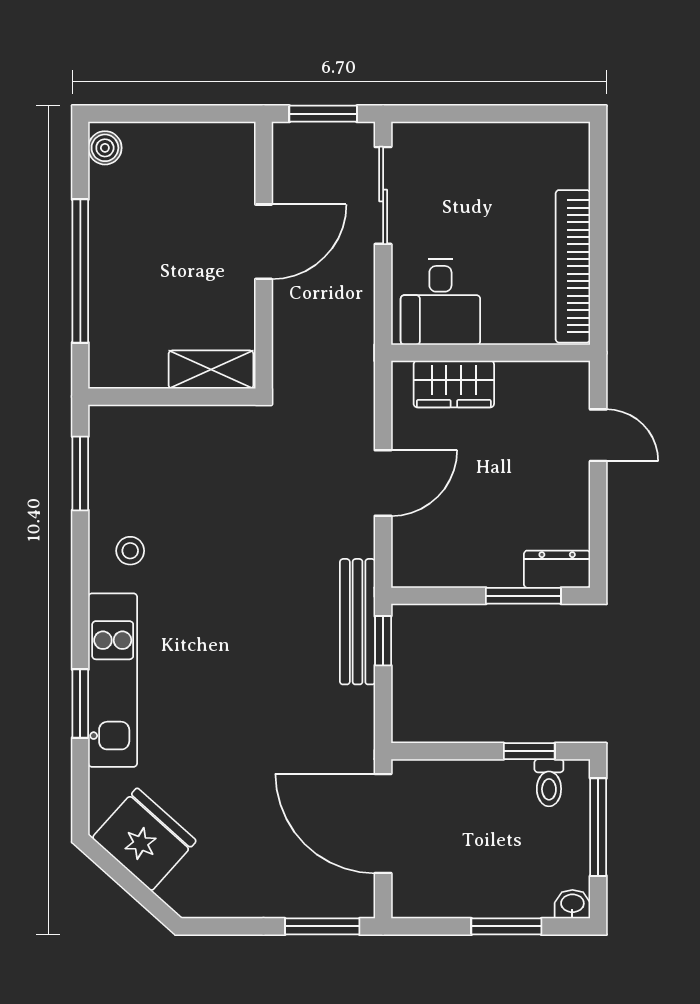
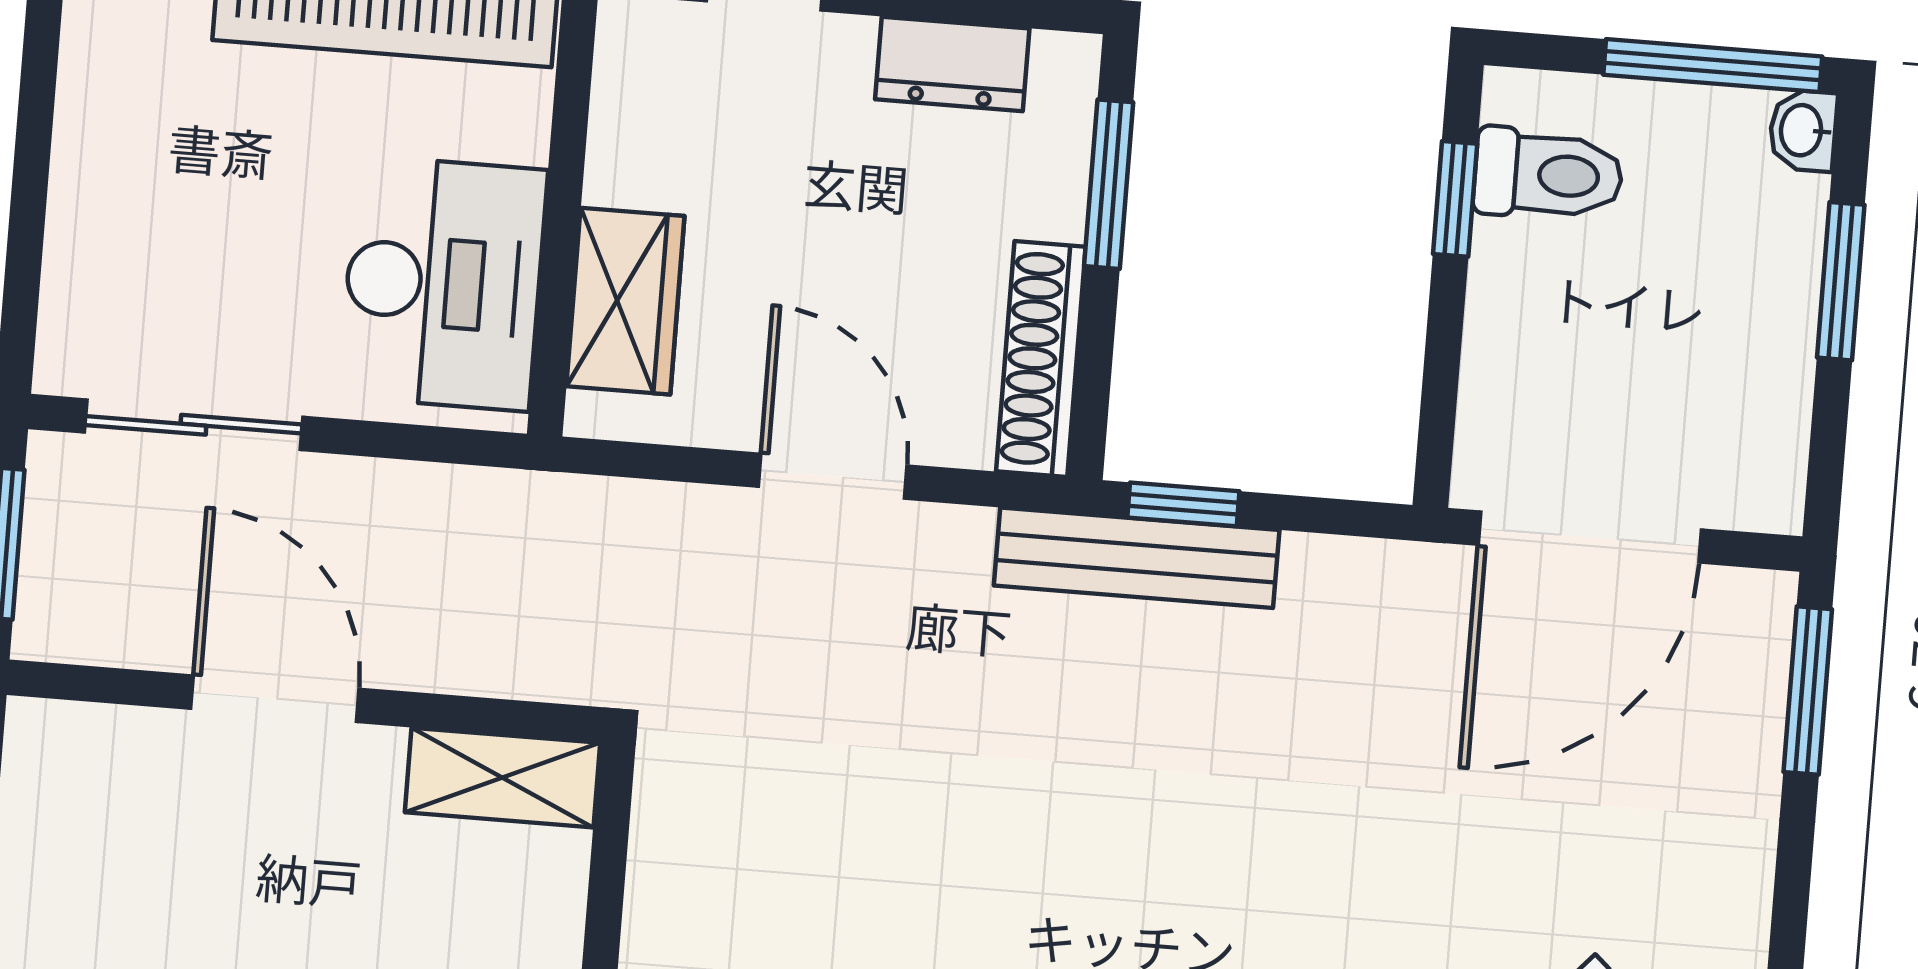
desk: (440, 302) -> (443, 283), width x1.37
shelving: (211, 370) -> (502, 778), moved, turned 90
dresser: (557, 569) -> (952, 64), moved, turned -90
shoe rack: (443, 572) -> (1041, 359), added
toilet: (549, 783) -> (1548, 175), width x1.37, depth x1.39
window: (598, 827) -> (1713, 66), moved

